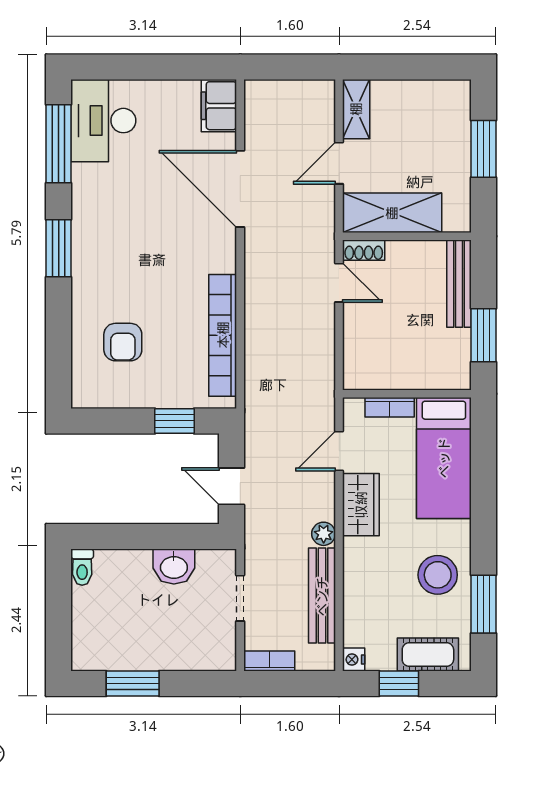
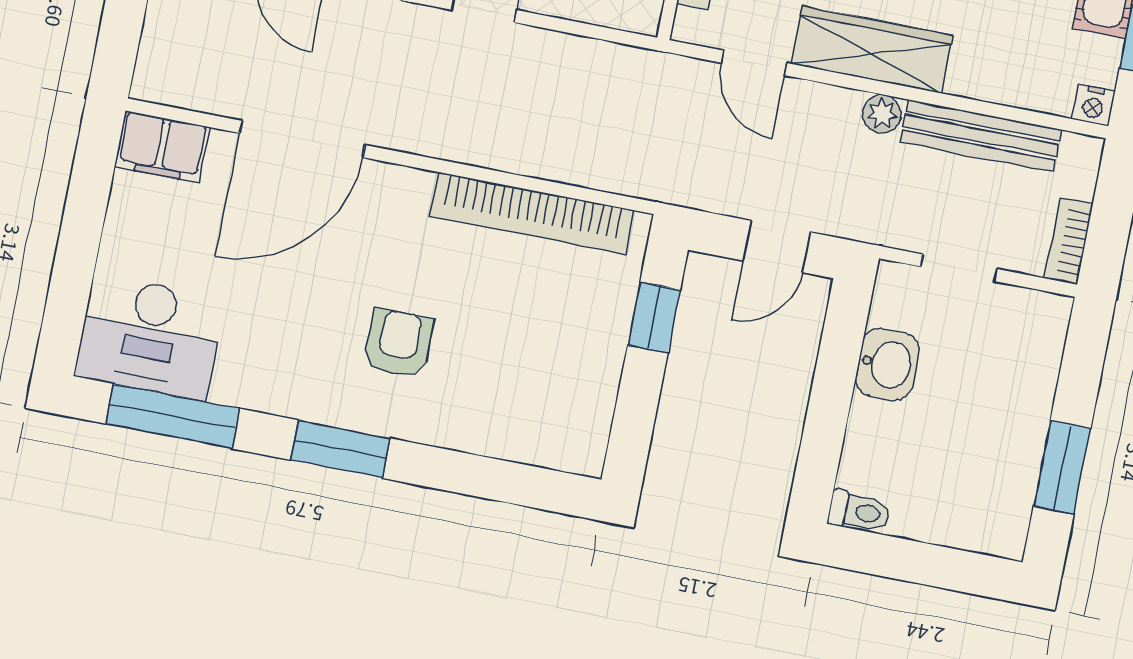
armchair: (123, 342) -> (399, 343), moved, turned -90
wardrobe: (361, 505) -> (872, 50), width x1.50

